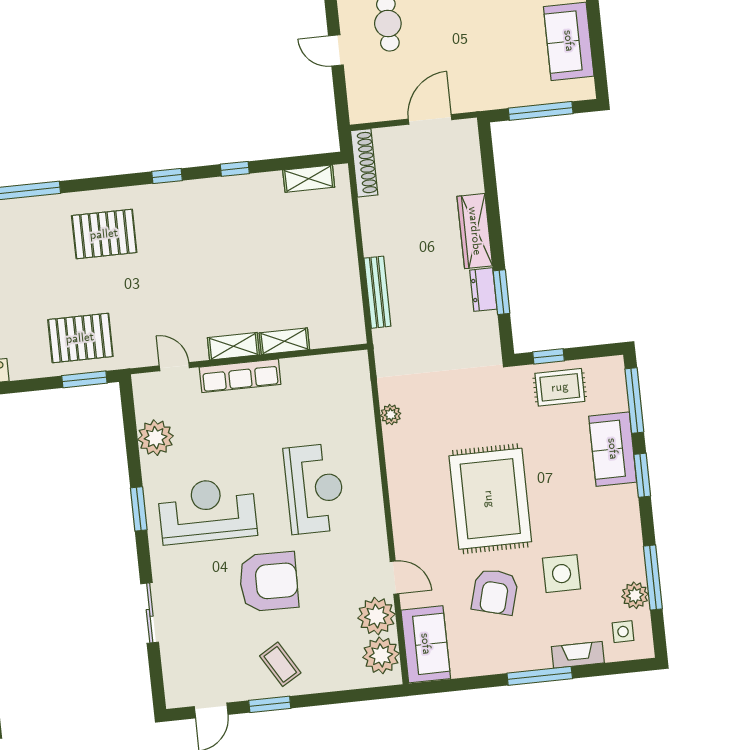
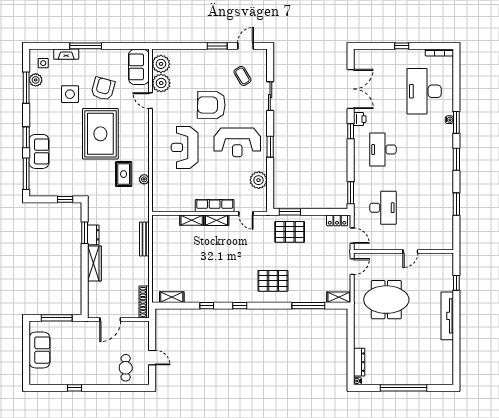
rug: (560, 387) -> (124, 174), moved, turned 90
coffee table: (280, 664) -> (242, 76), moved

